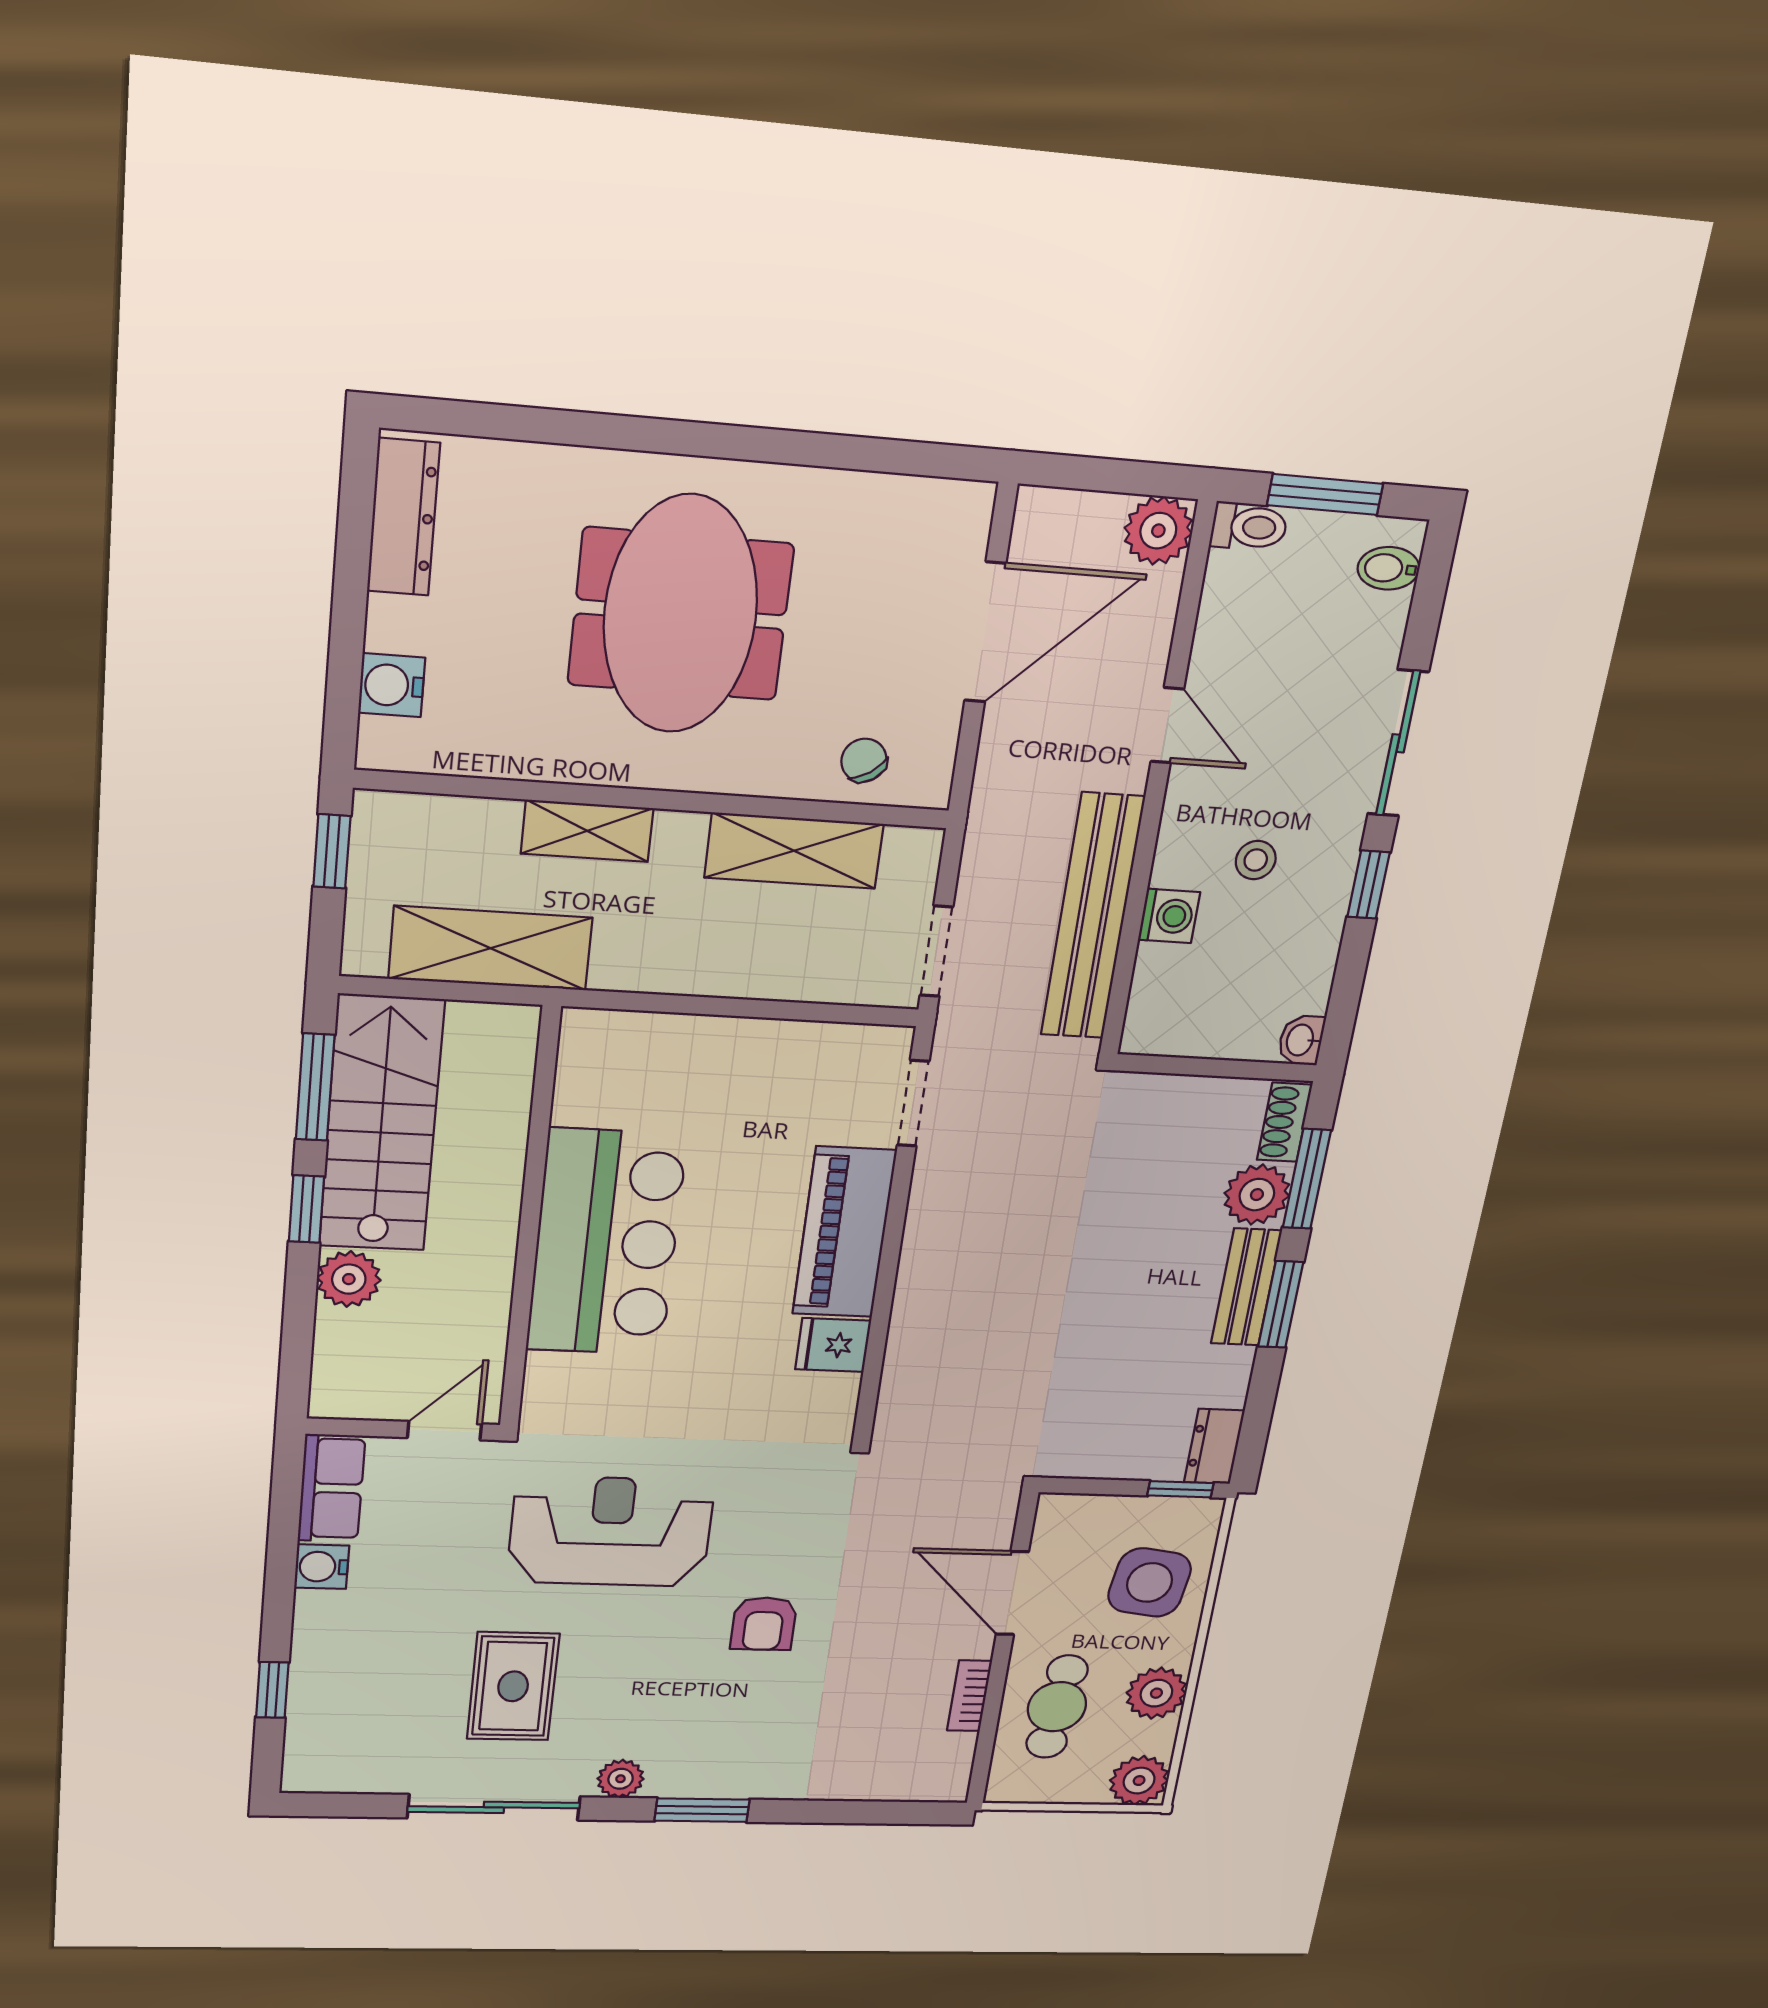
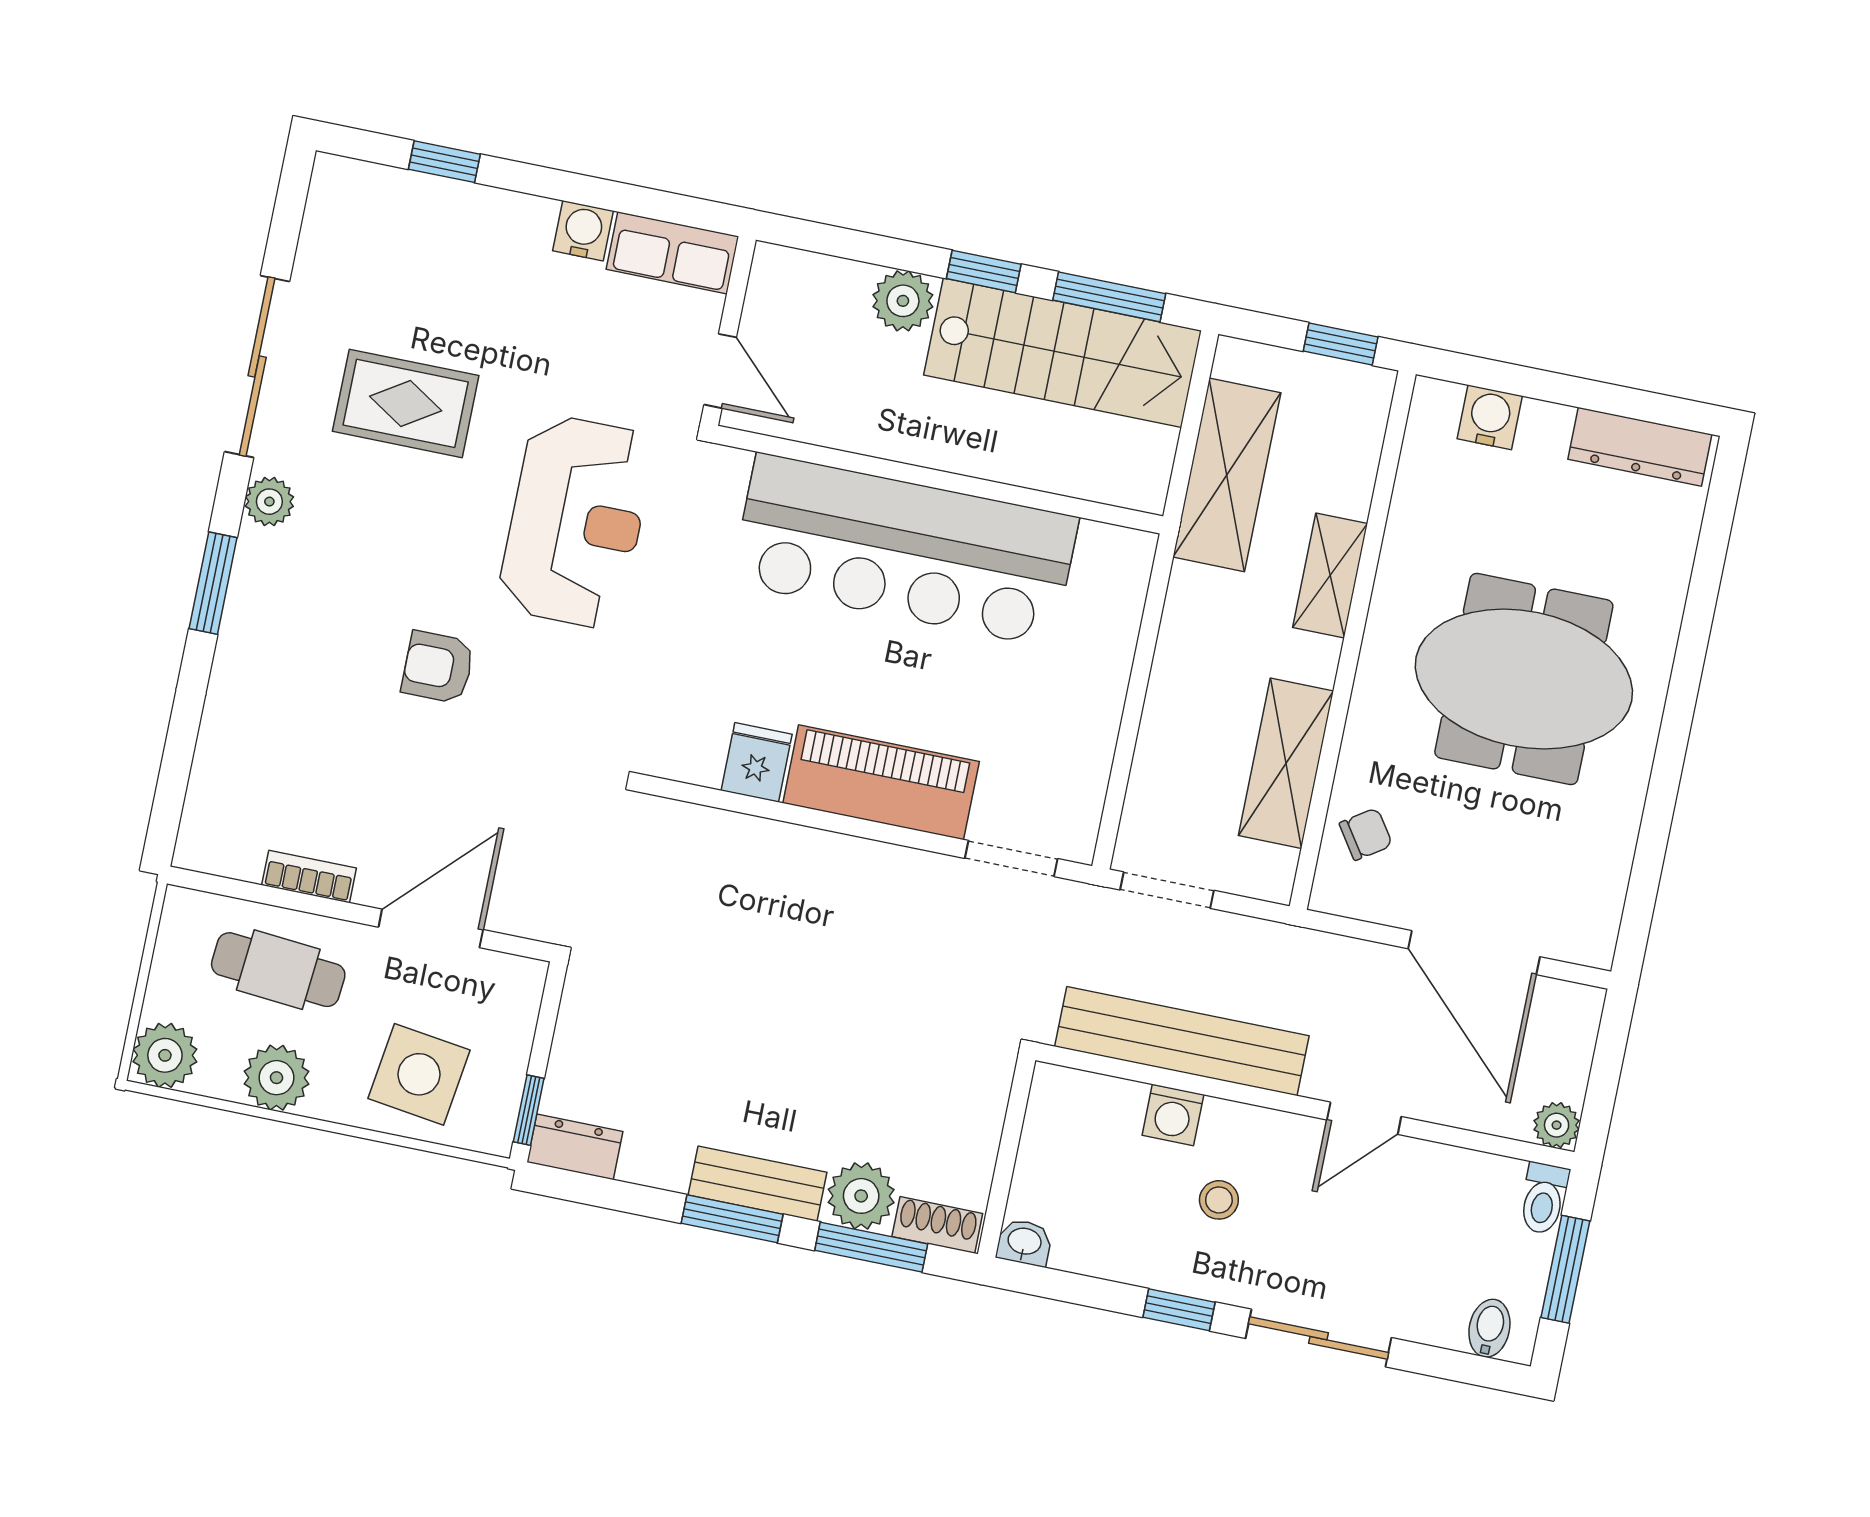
plant: (1158, 531) -> (1557, 1125), width x0.73, depth x0.73
bar counter: (606, 1243) -> (905, 550), width x1.36

